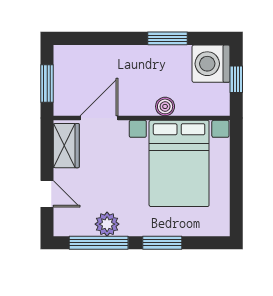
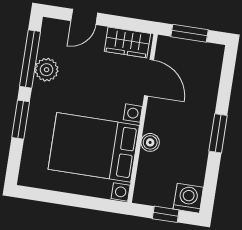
window: (167, 38) -> (218, 133), moved
washing machine: (211, 64) -> (188, 198), width x0.73, depth x0.73

